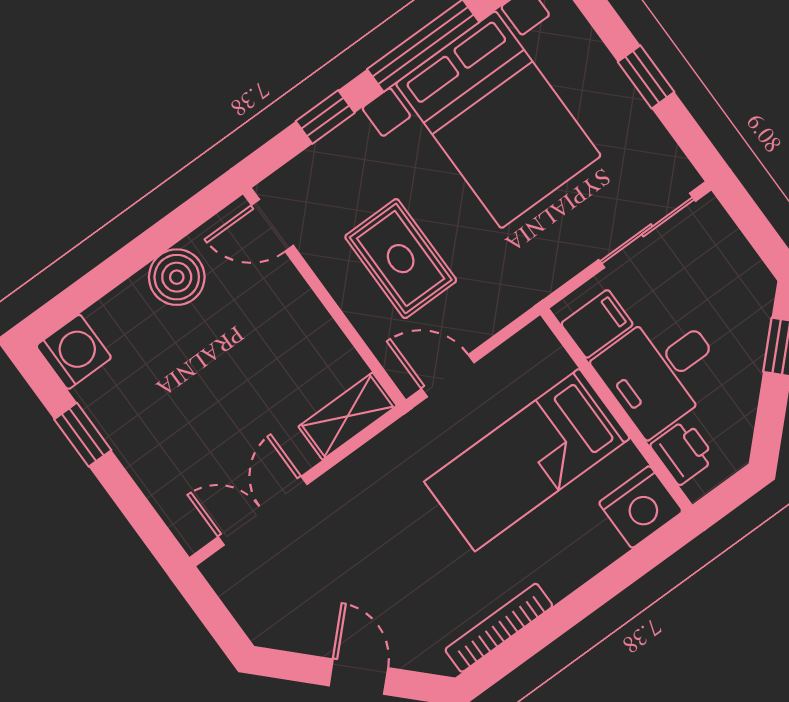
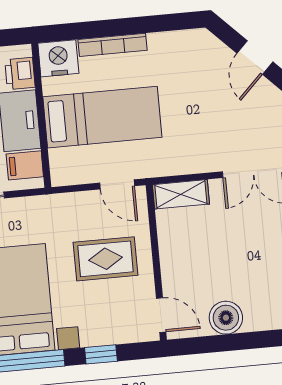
rug: (401, 259) -> (106, 259), turned 90
bookcase: (499, 628) -> (113, 45), moved

